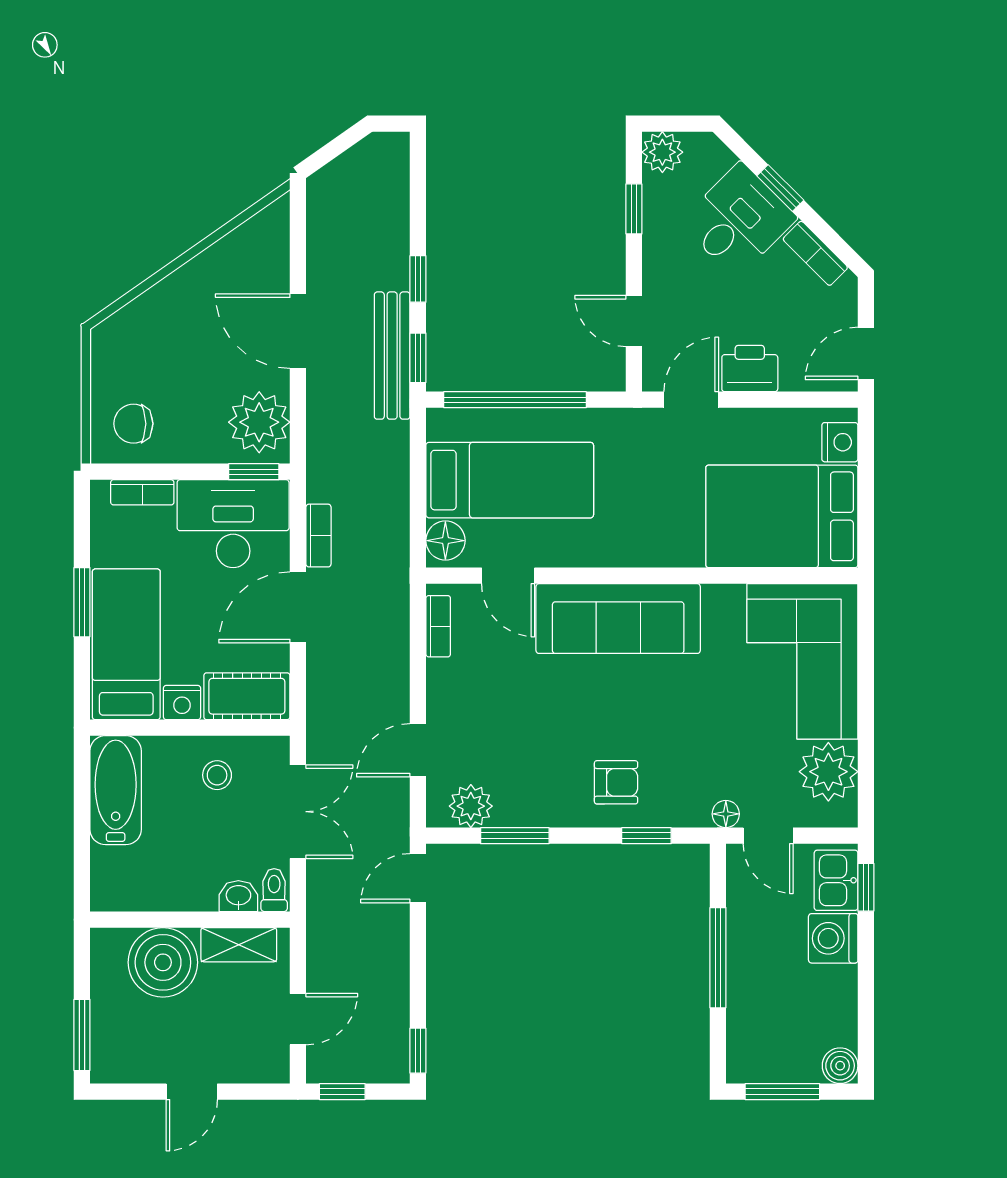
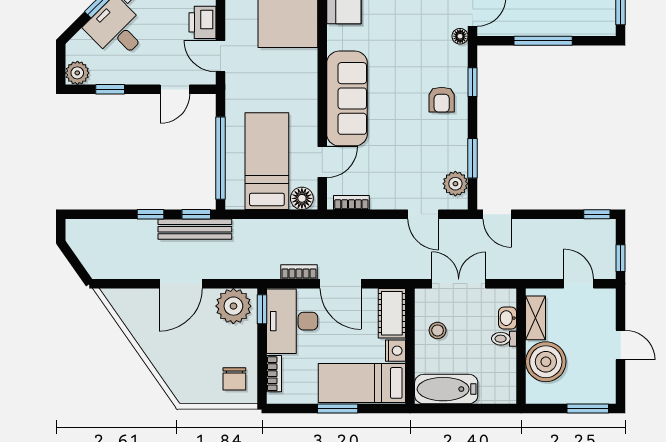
armchair: (616, 782) -> (442, 100), turned 180
toilet: (274, 890) -> (504, 339), moved

